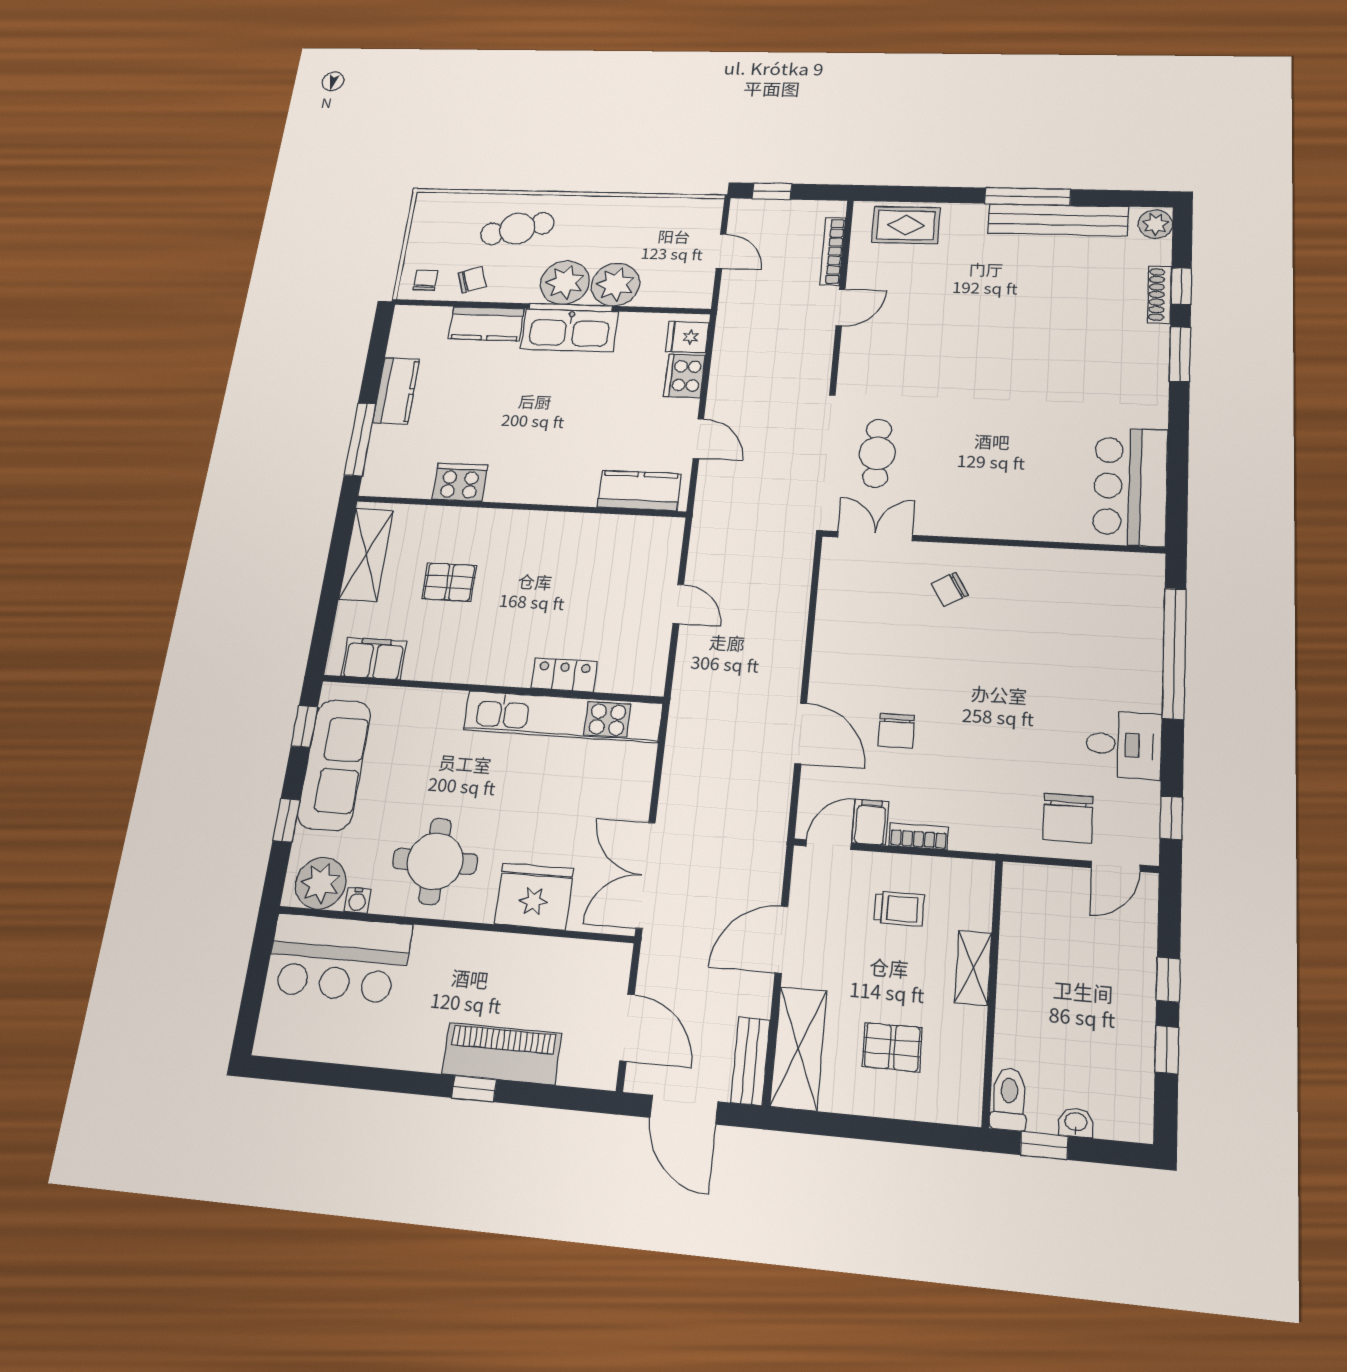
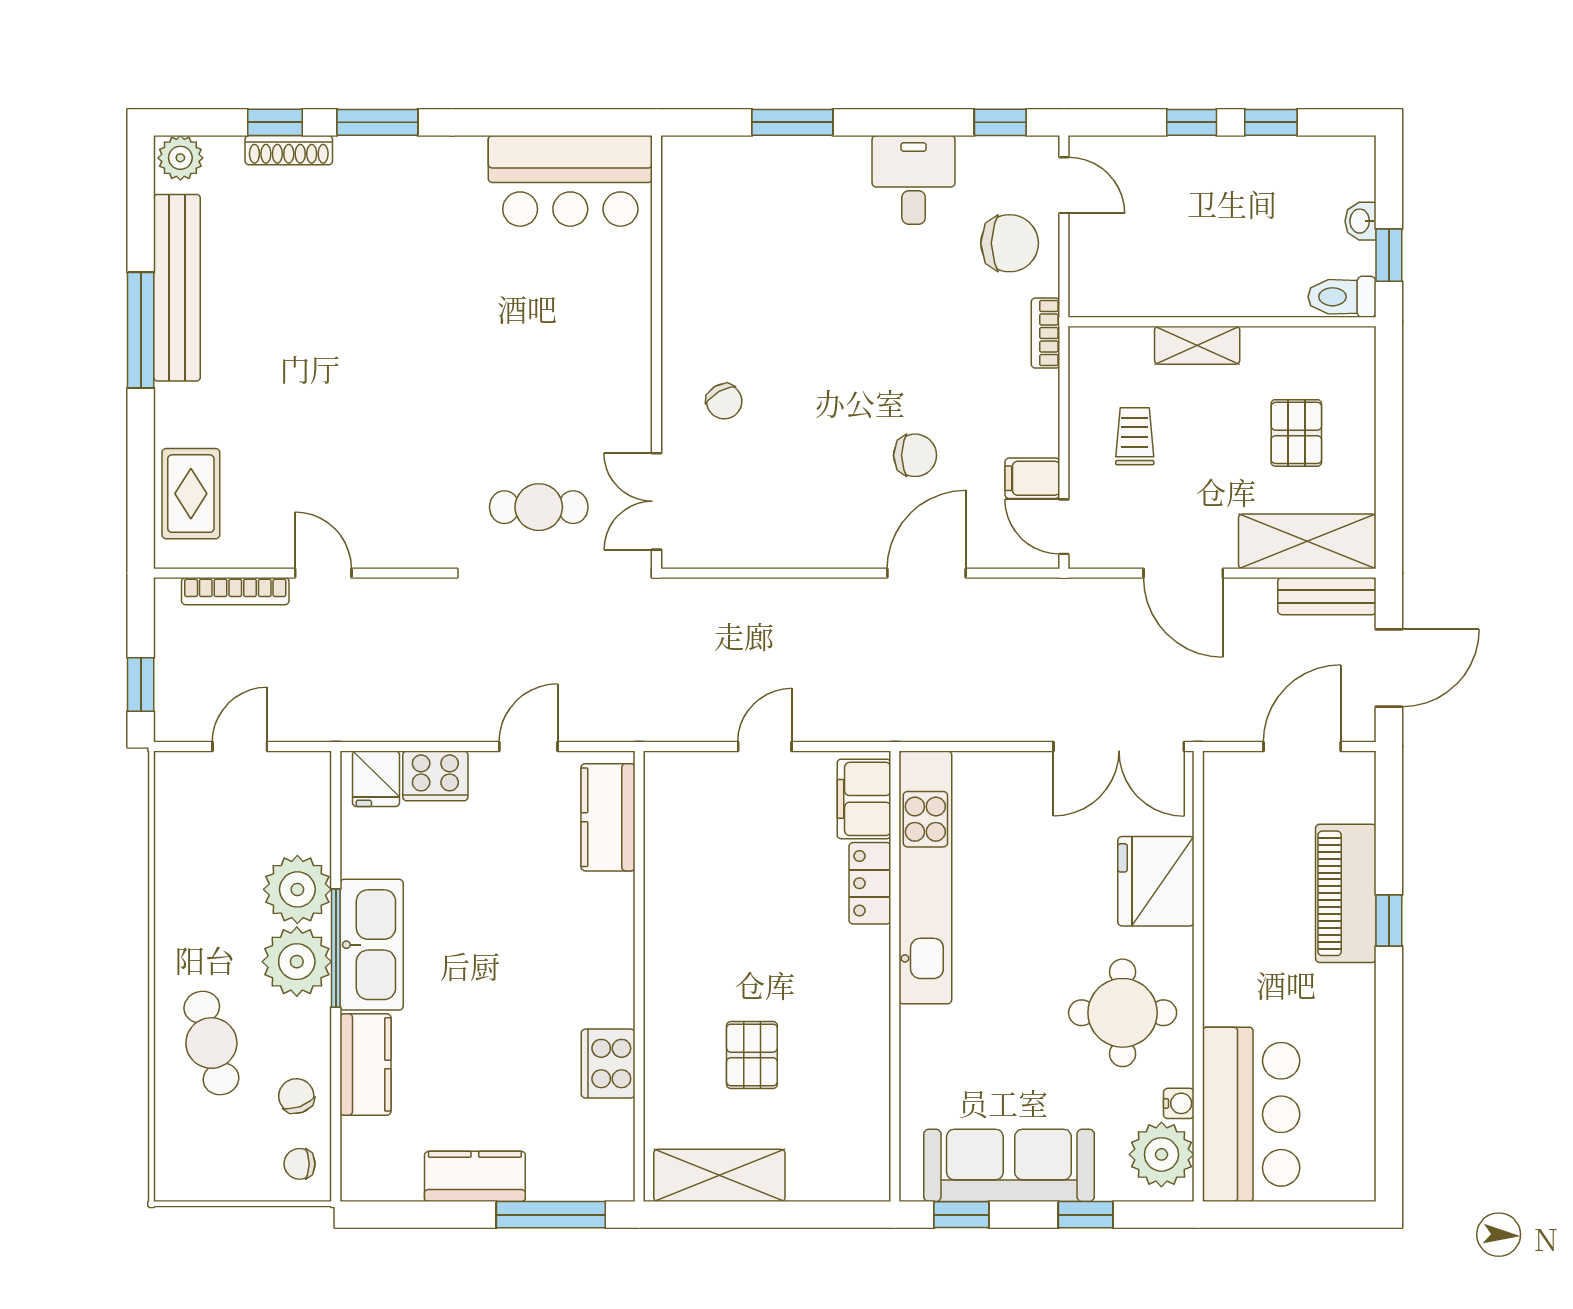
window: (1174, 653) -> (792, 122), width x0.47
filing cabinet: (374, 659) -> (864, 799), moved
bookcase: (919, 836) -> (1045, 333), moved

